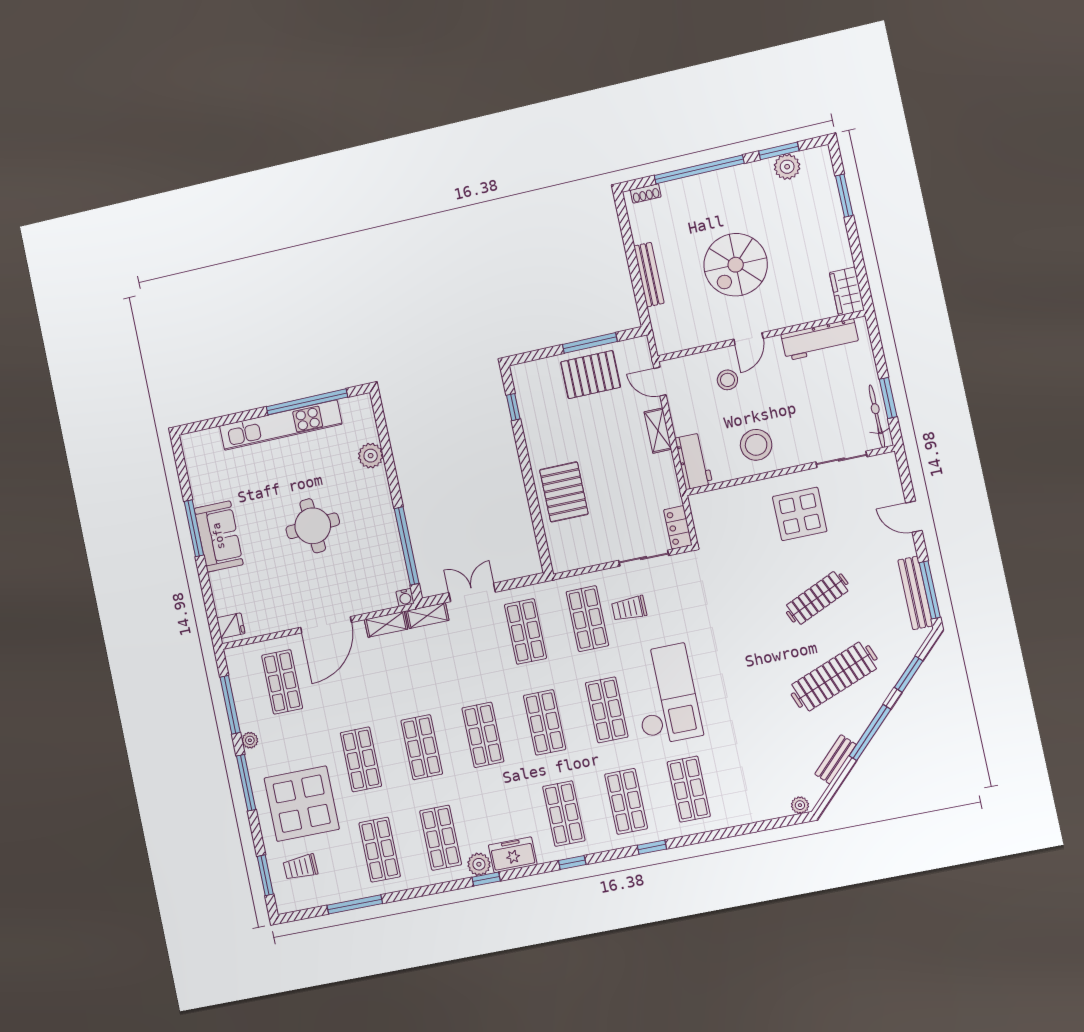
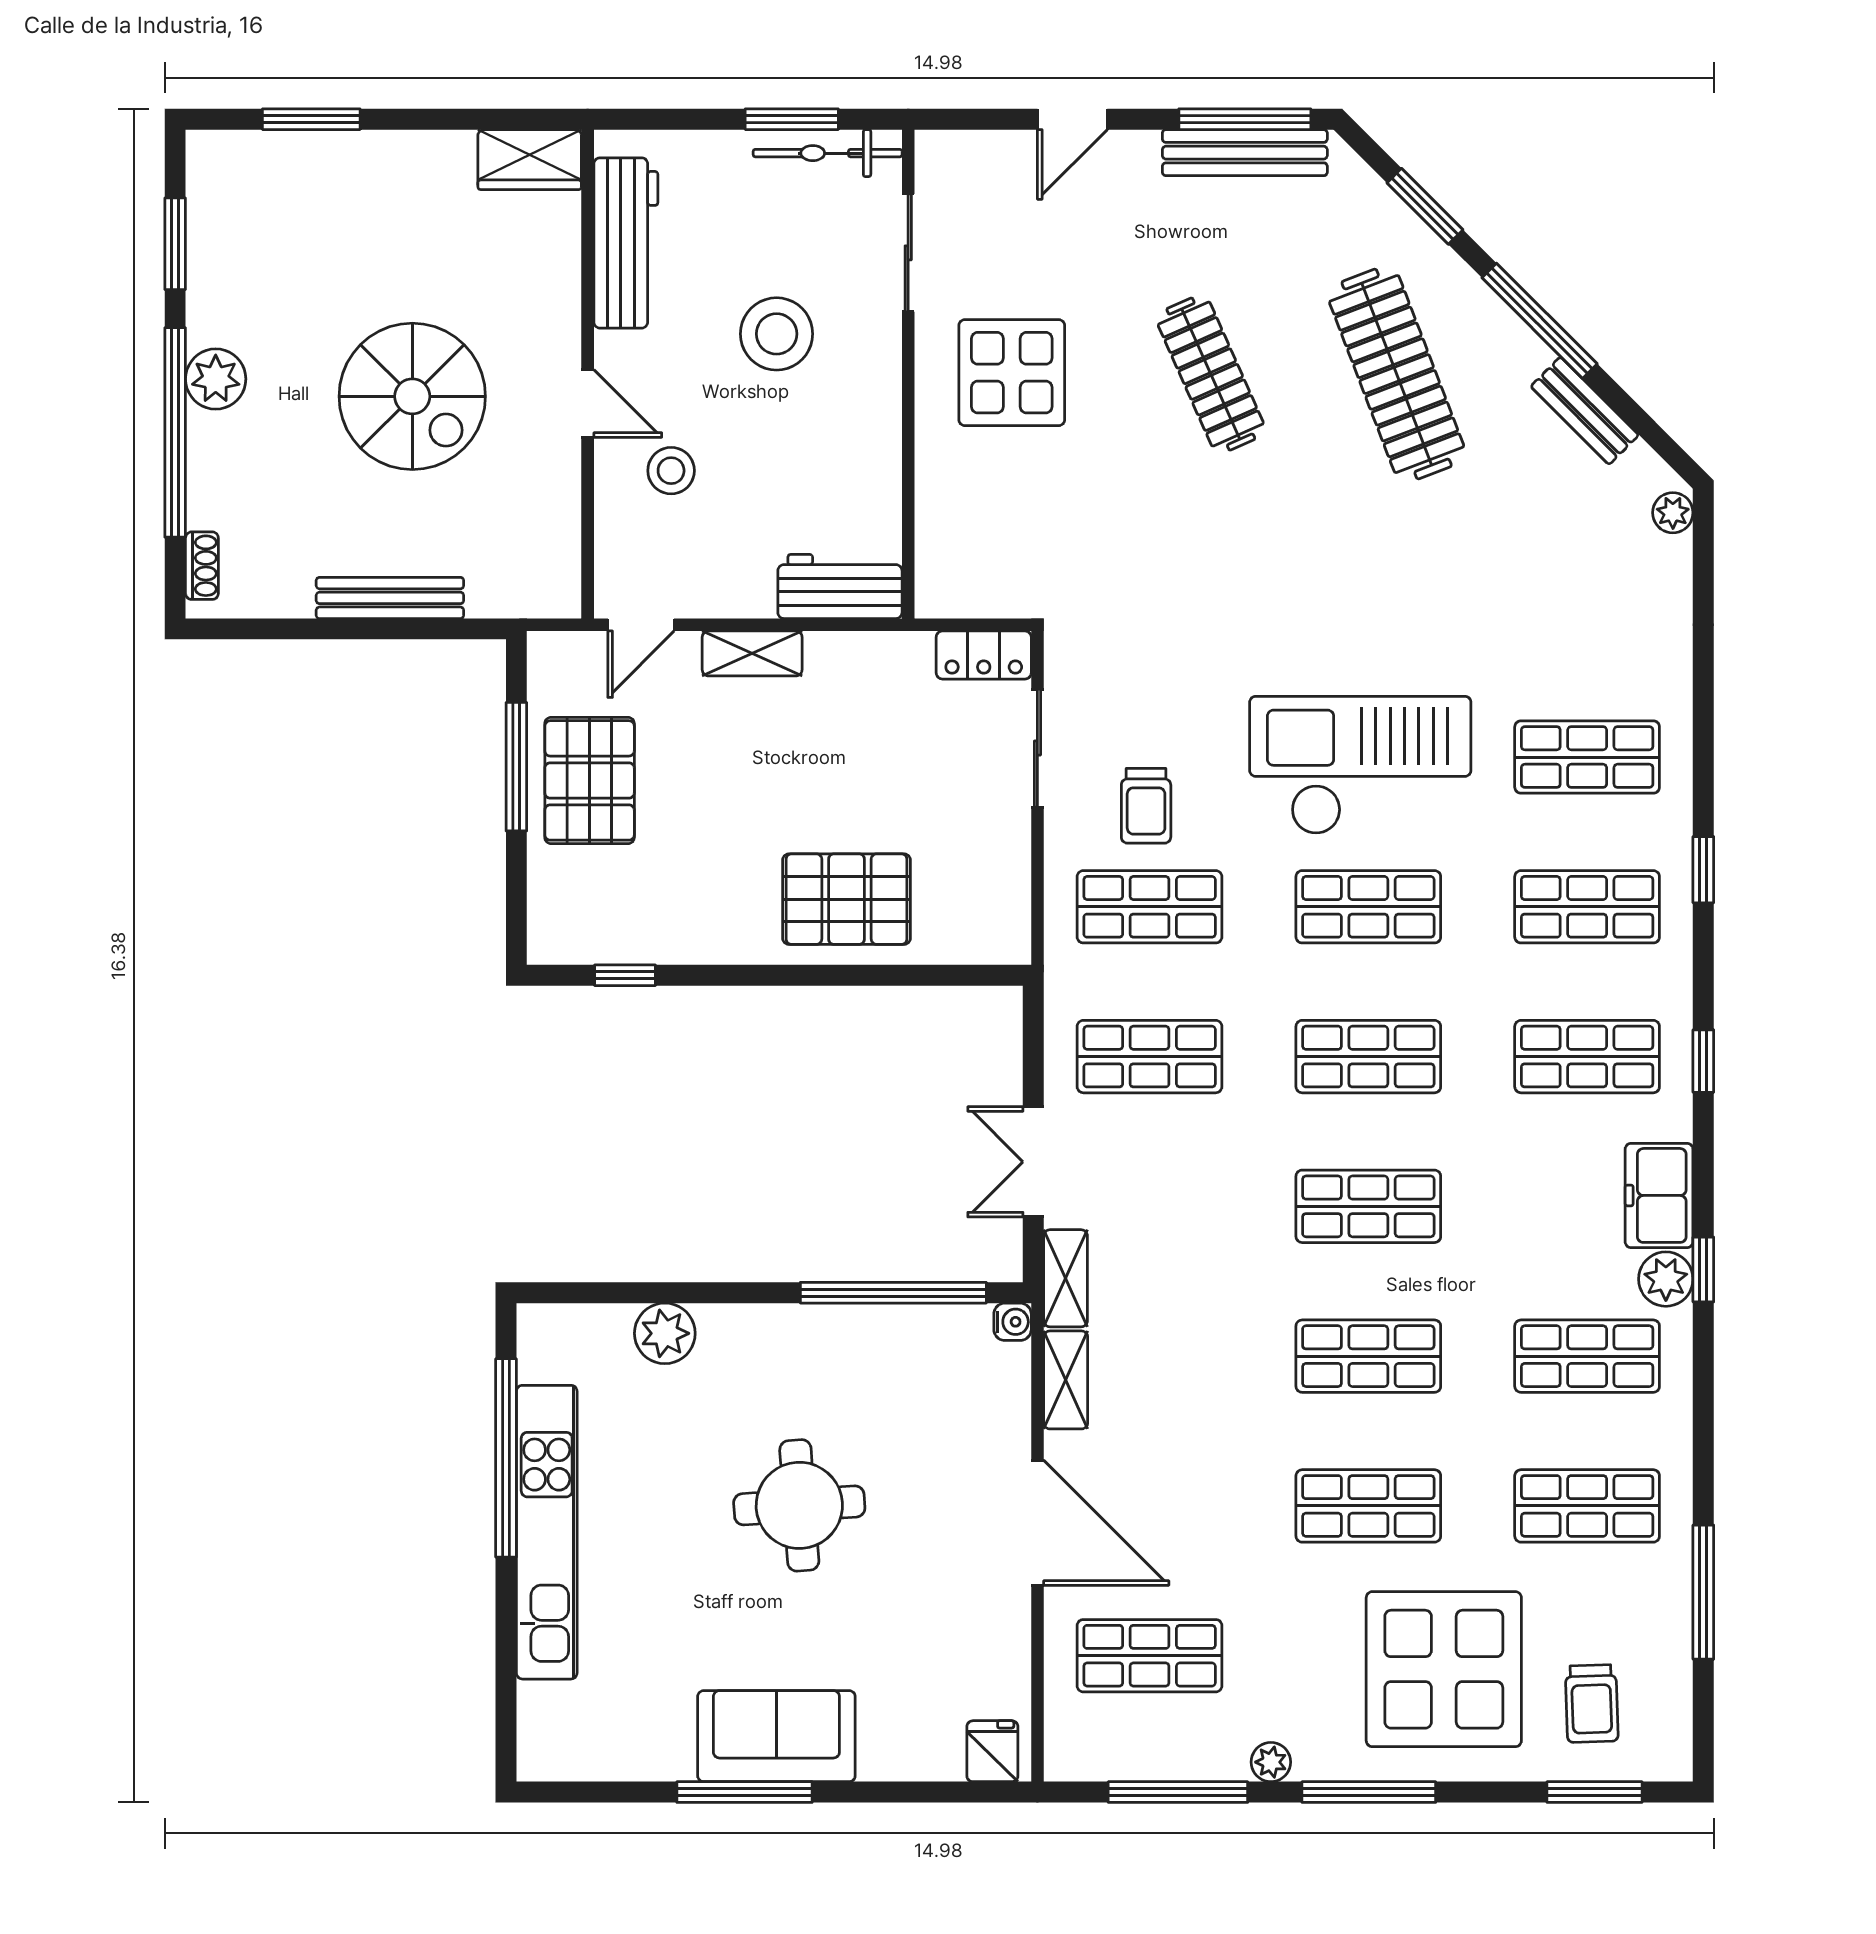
plant: (787, 167) -> (216, 379), moved
stool: (756, 445) -> (777, 334), moved

